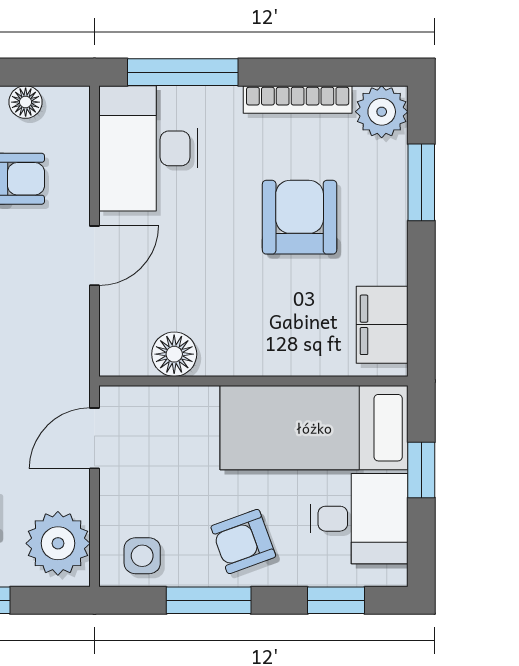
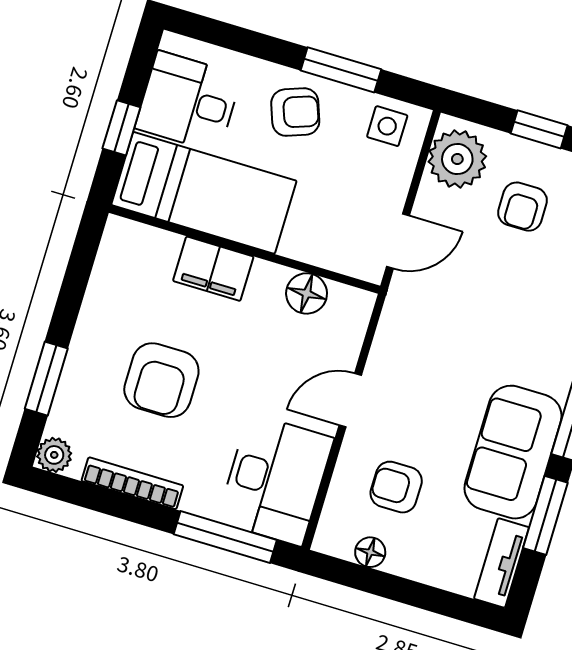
plant: (382, 112) -> (54, 455), width x0.73, depth x0.73
filing cabinet: (382, 325) -> (213, 269), moved, turned 90
window: (336, 600) -> (230, 37), removed

